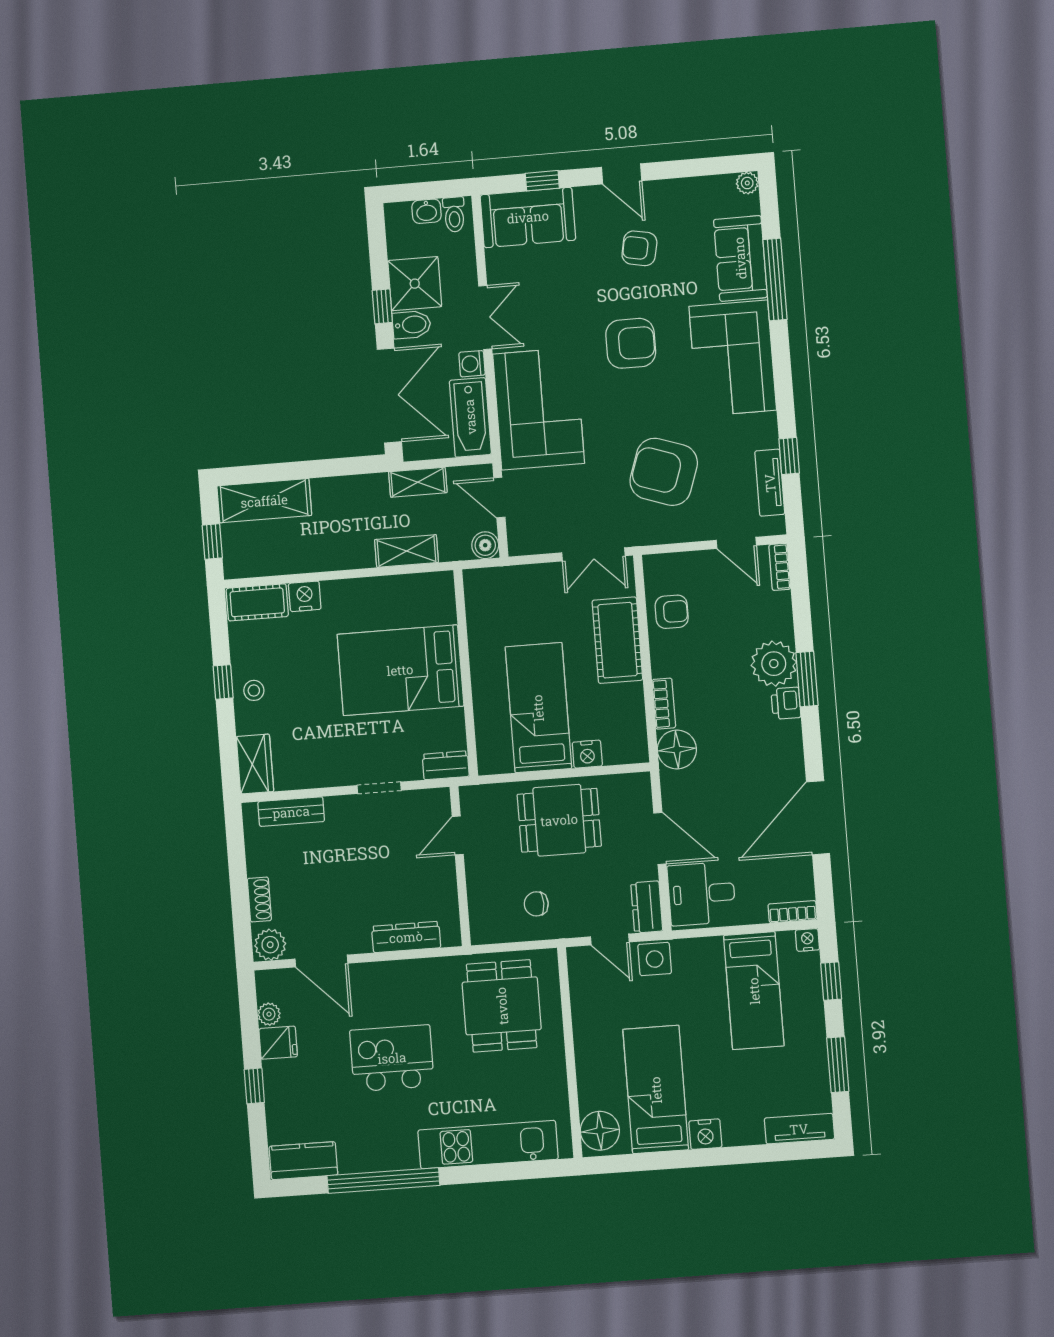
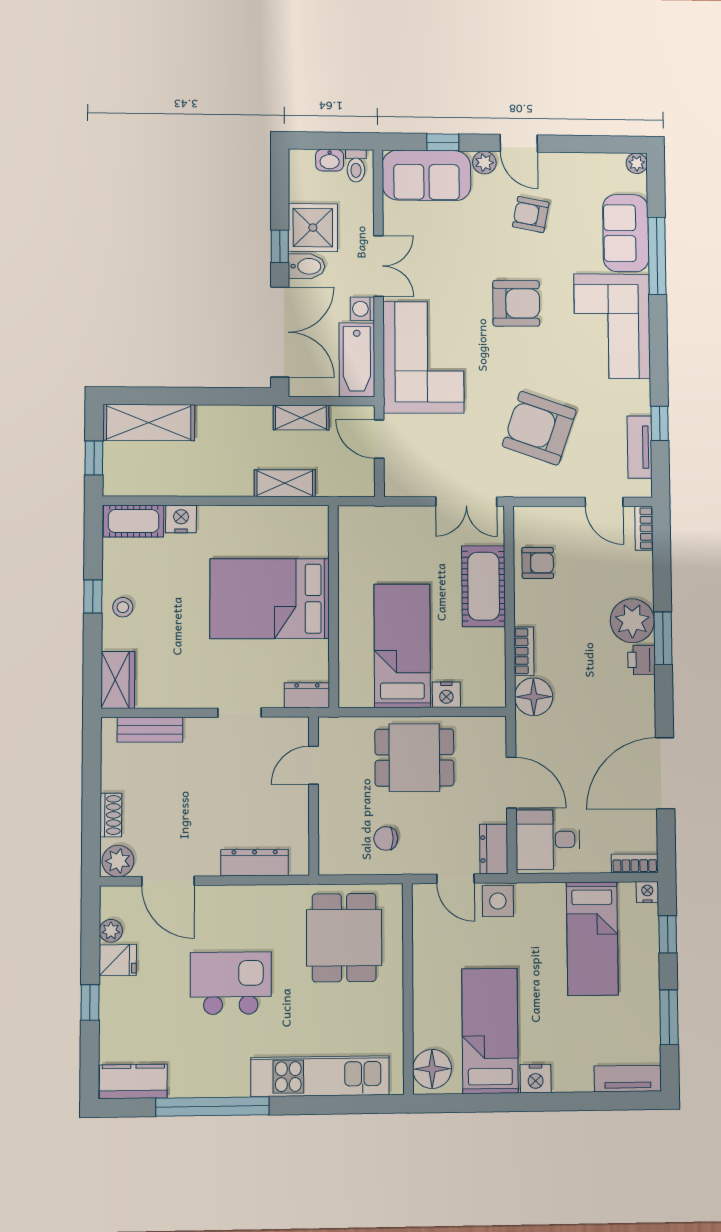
plant: (587, 198) -> (484, 163), added
boiler: (485, 545) -> (362, 484), removed

